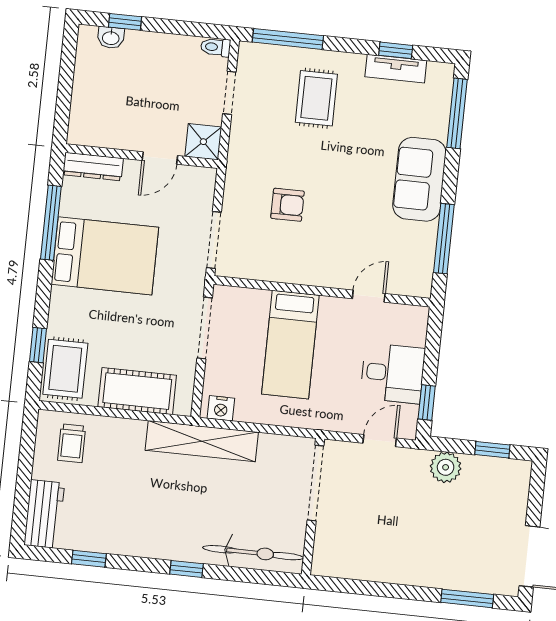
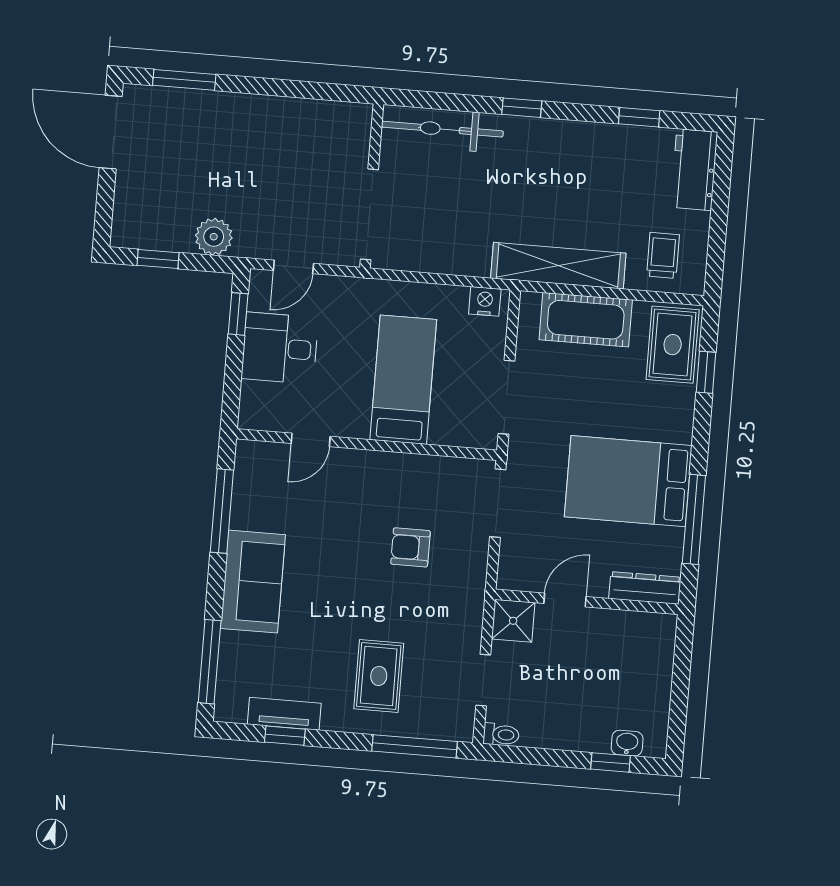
shelving: (202, 441) -> (558, 266), moved

